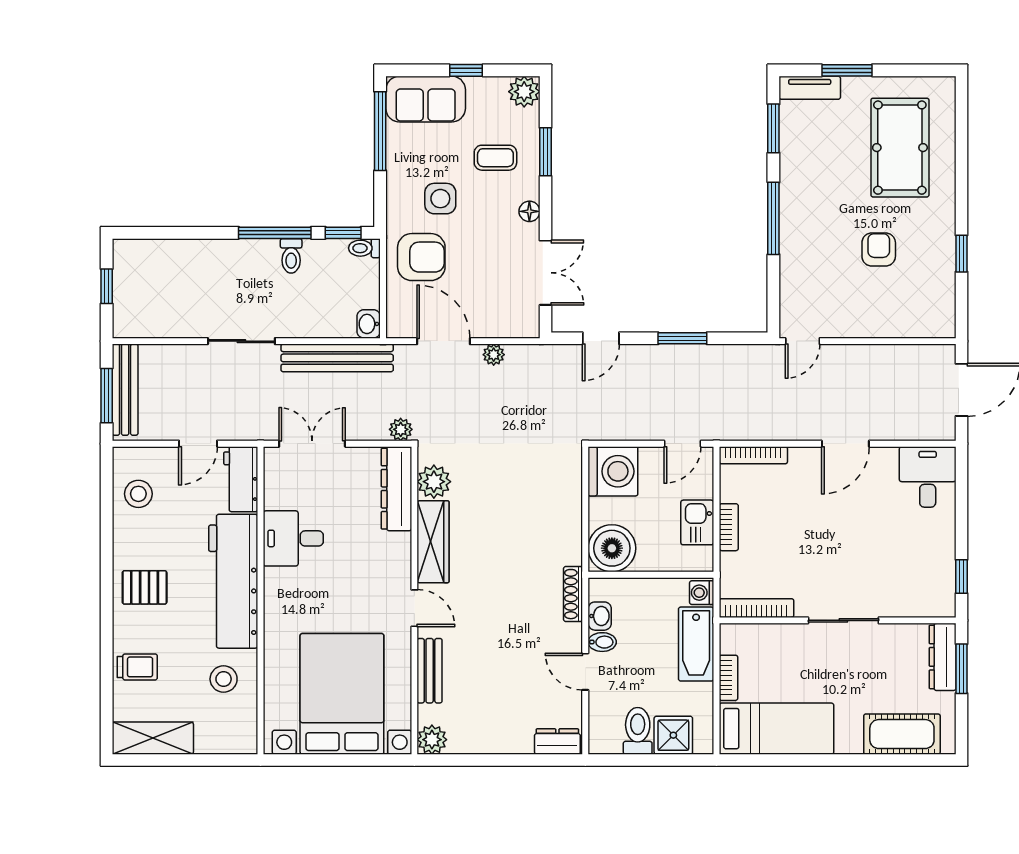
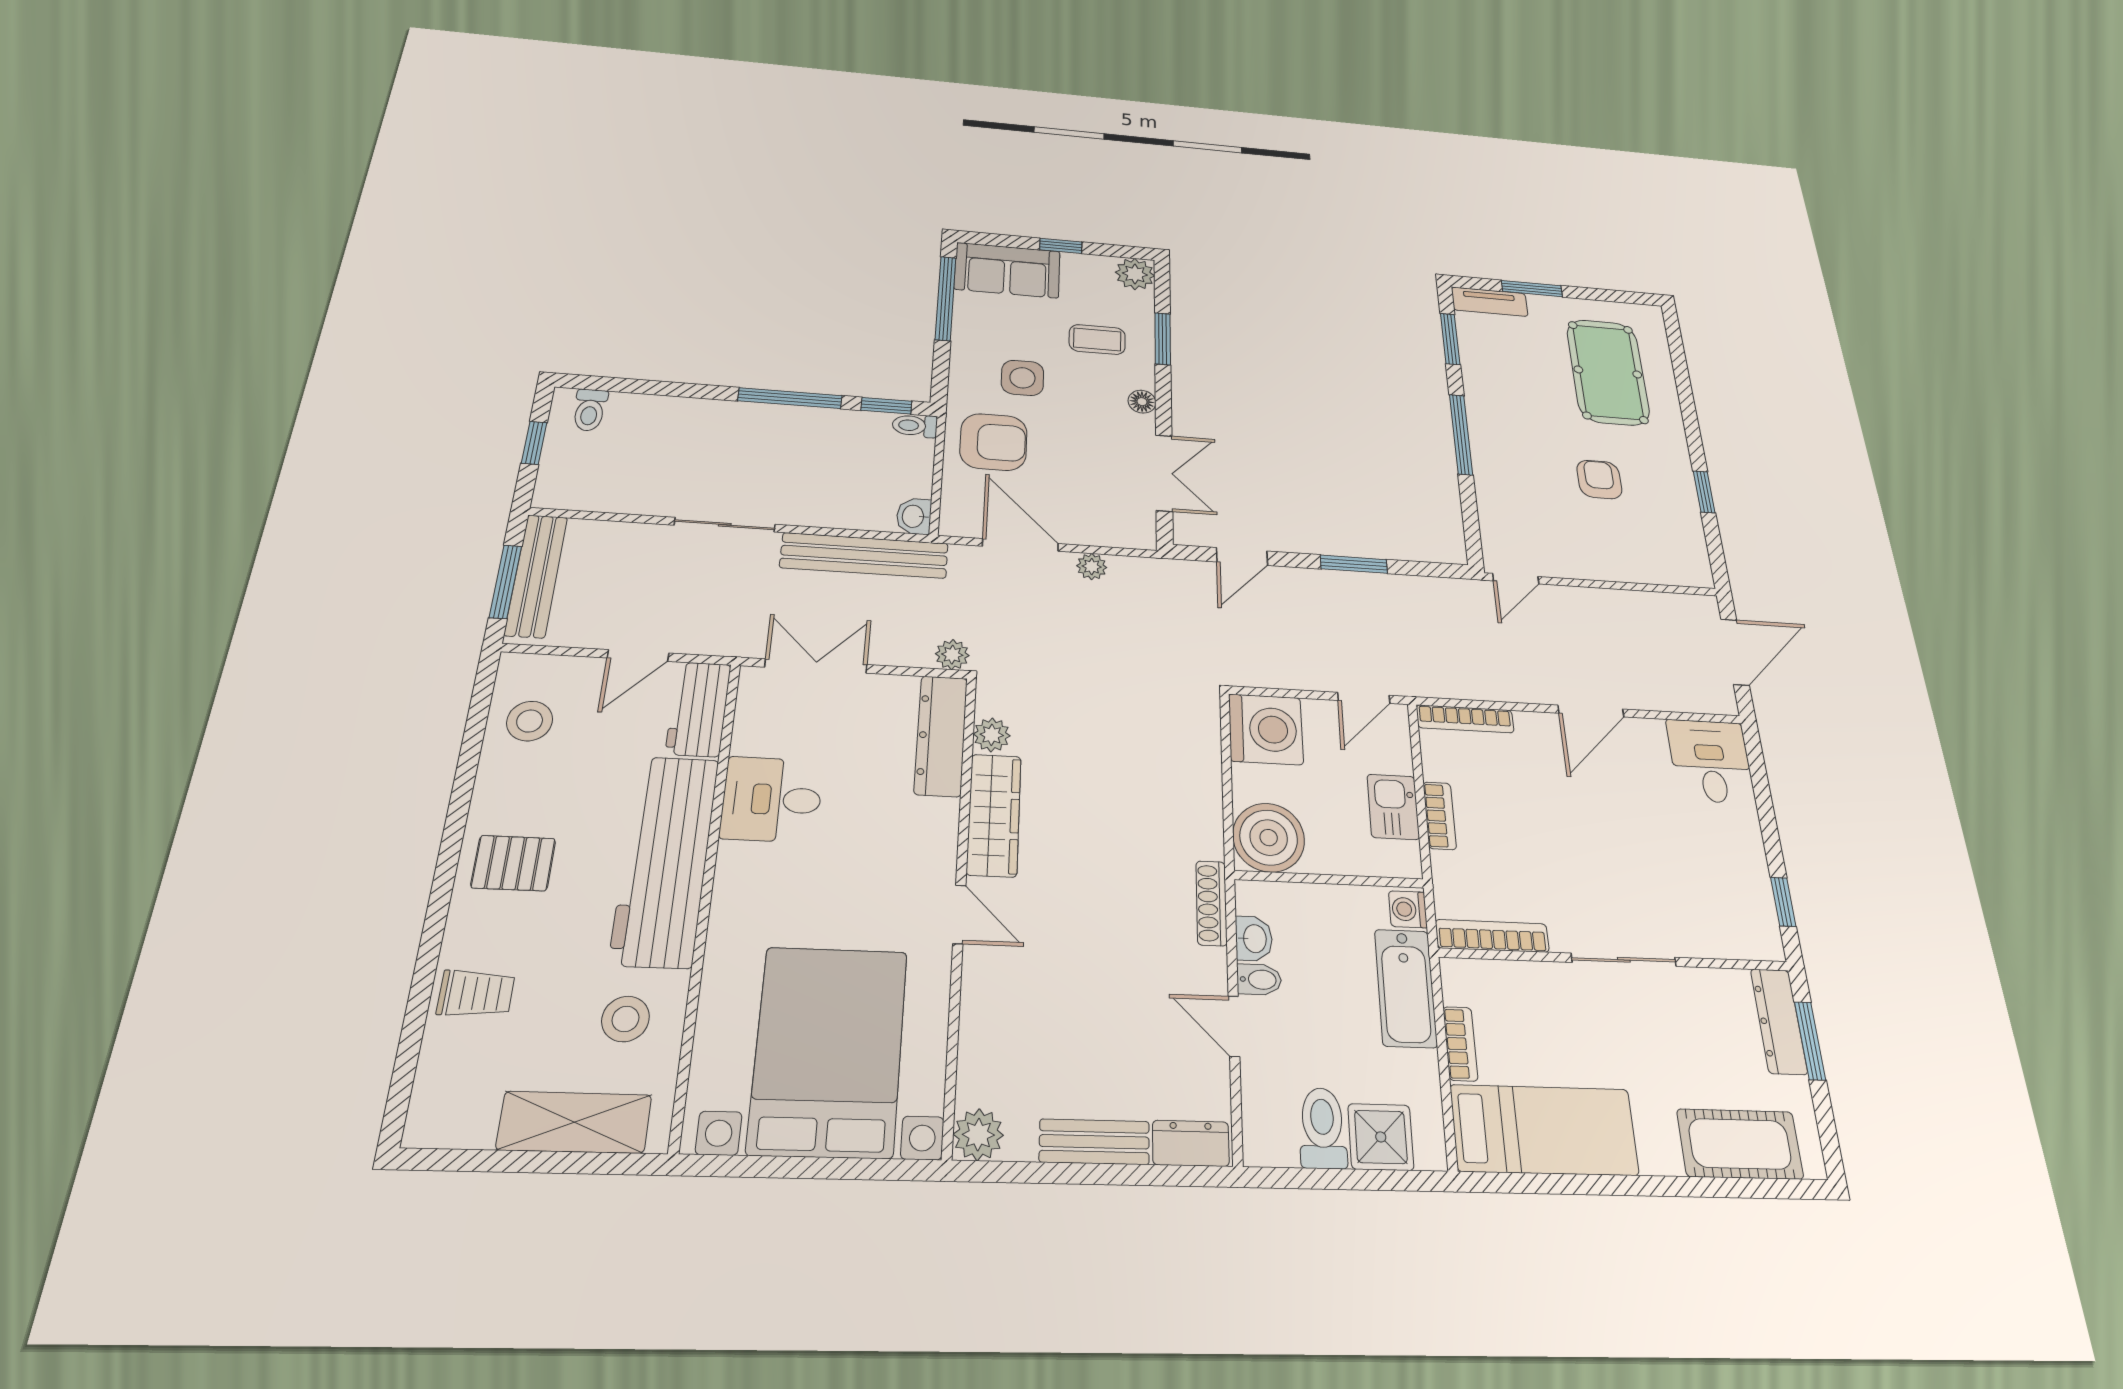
toilet: (291, 256) -> (590, 410), moved
plant: (434, 482) -> (992, 735), width x0.73, depth x0.73
bench: (430, 671) -> (1094, 1142), moved, turned 90
shelving: (153, 738) -> (574, 1122), moved

